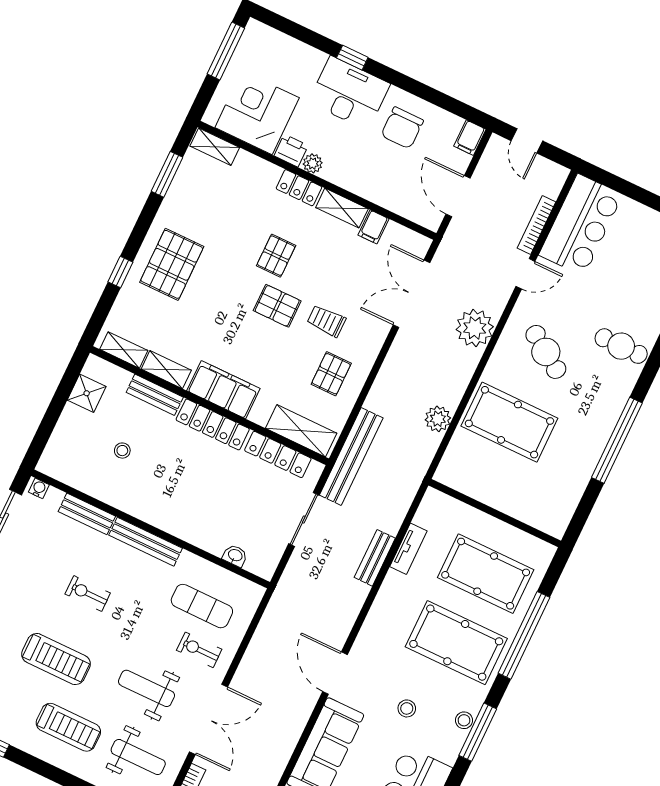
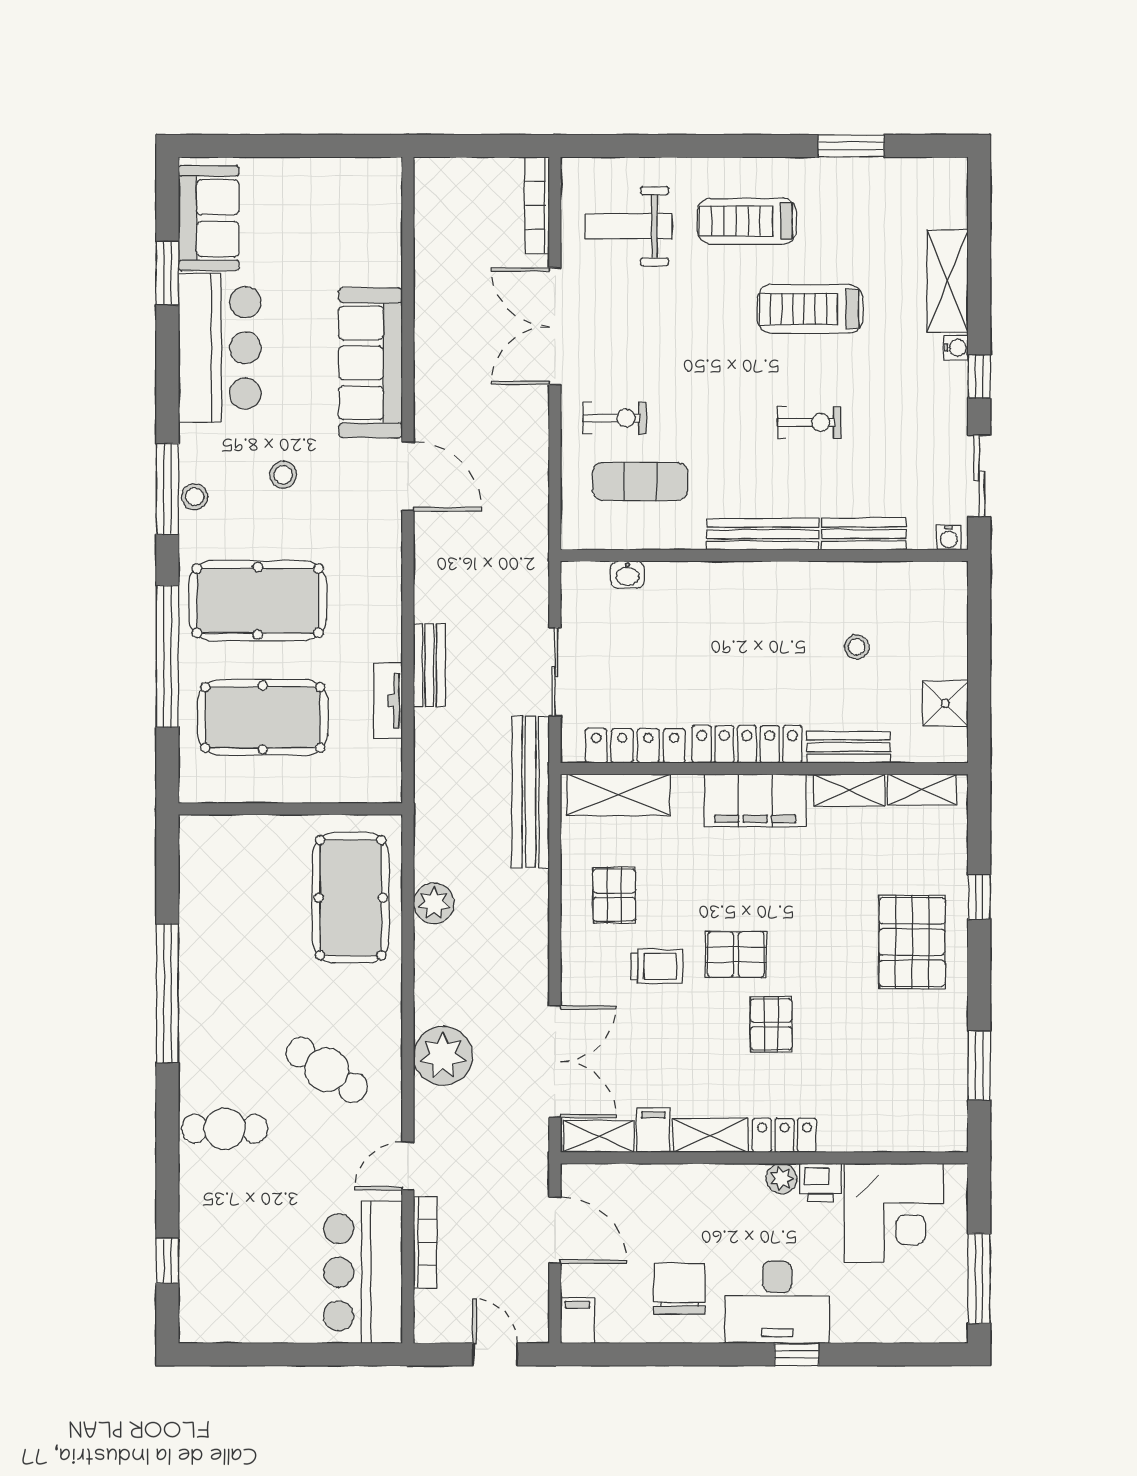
shelving: (215, 147) -> (598, 1136), moved
pool table: (509, 422) -> (351, 898), moved, turned 90
weight bench: (146, 688) -> (663, 328), removed

